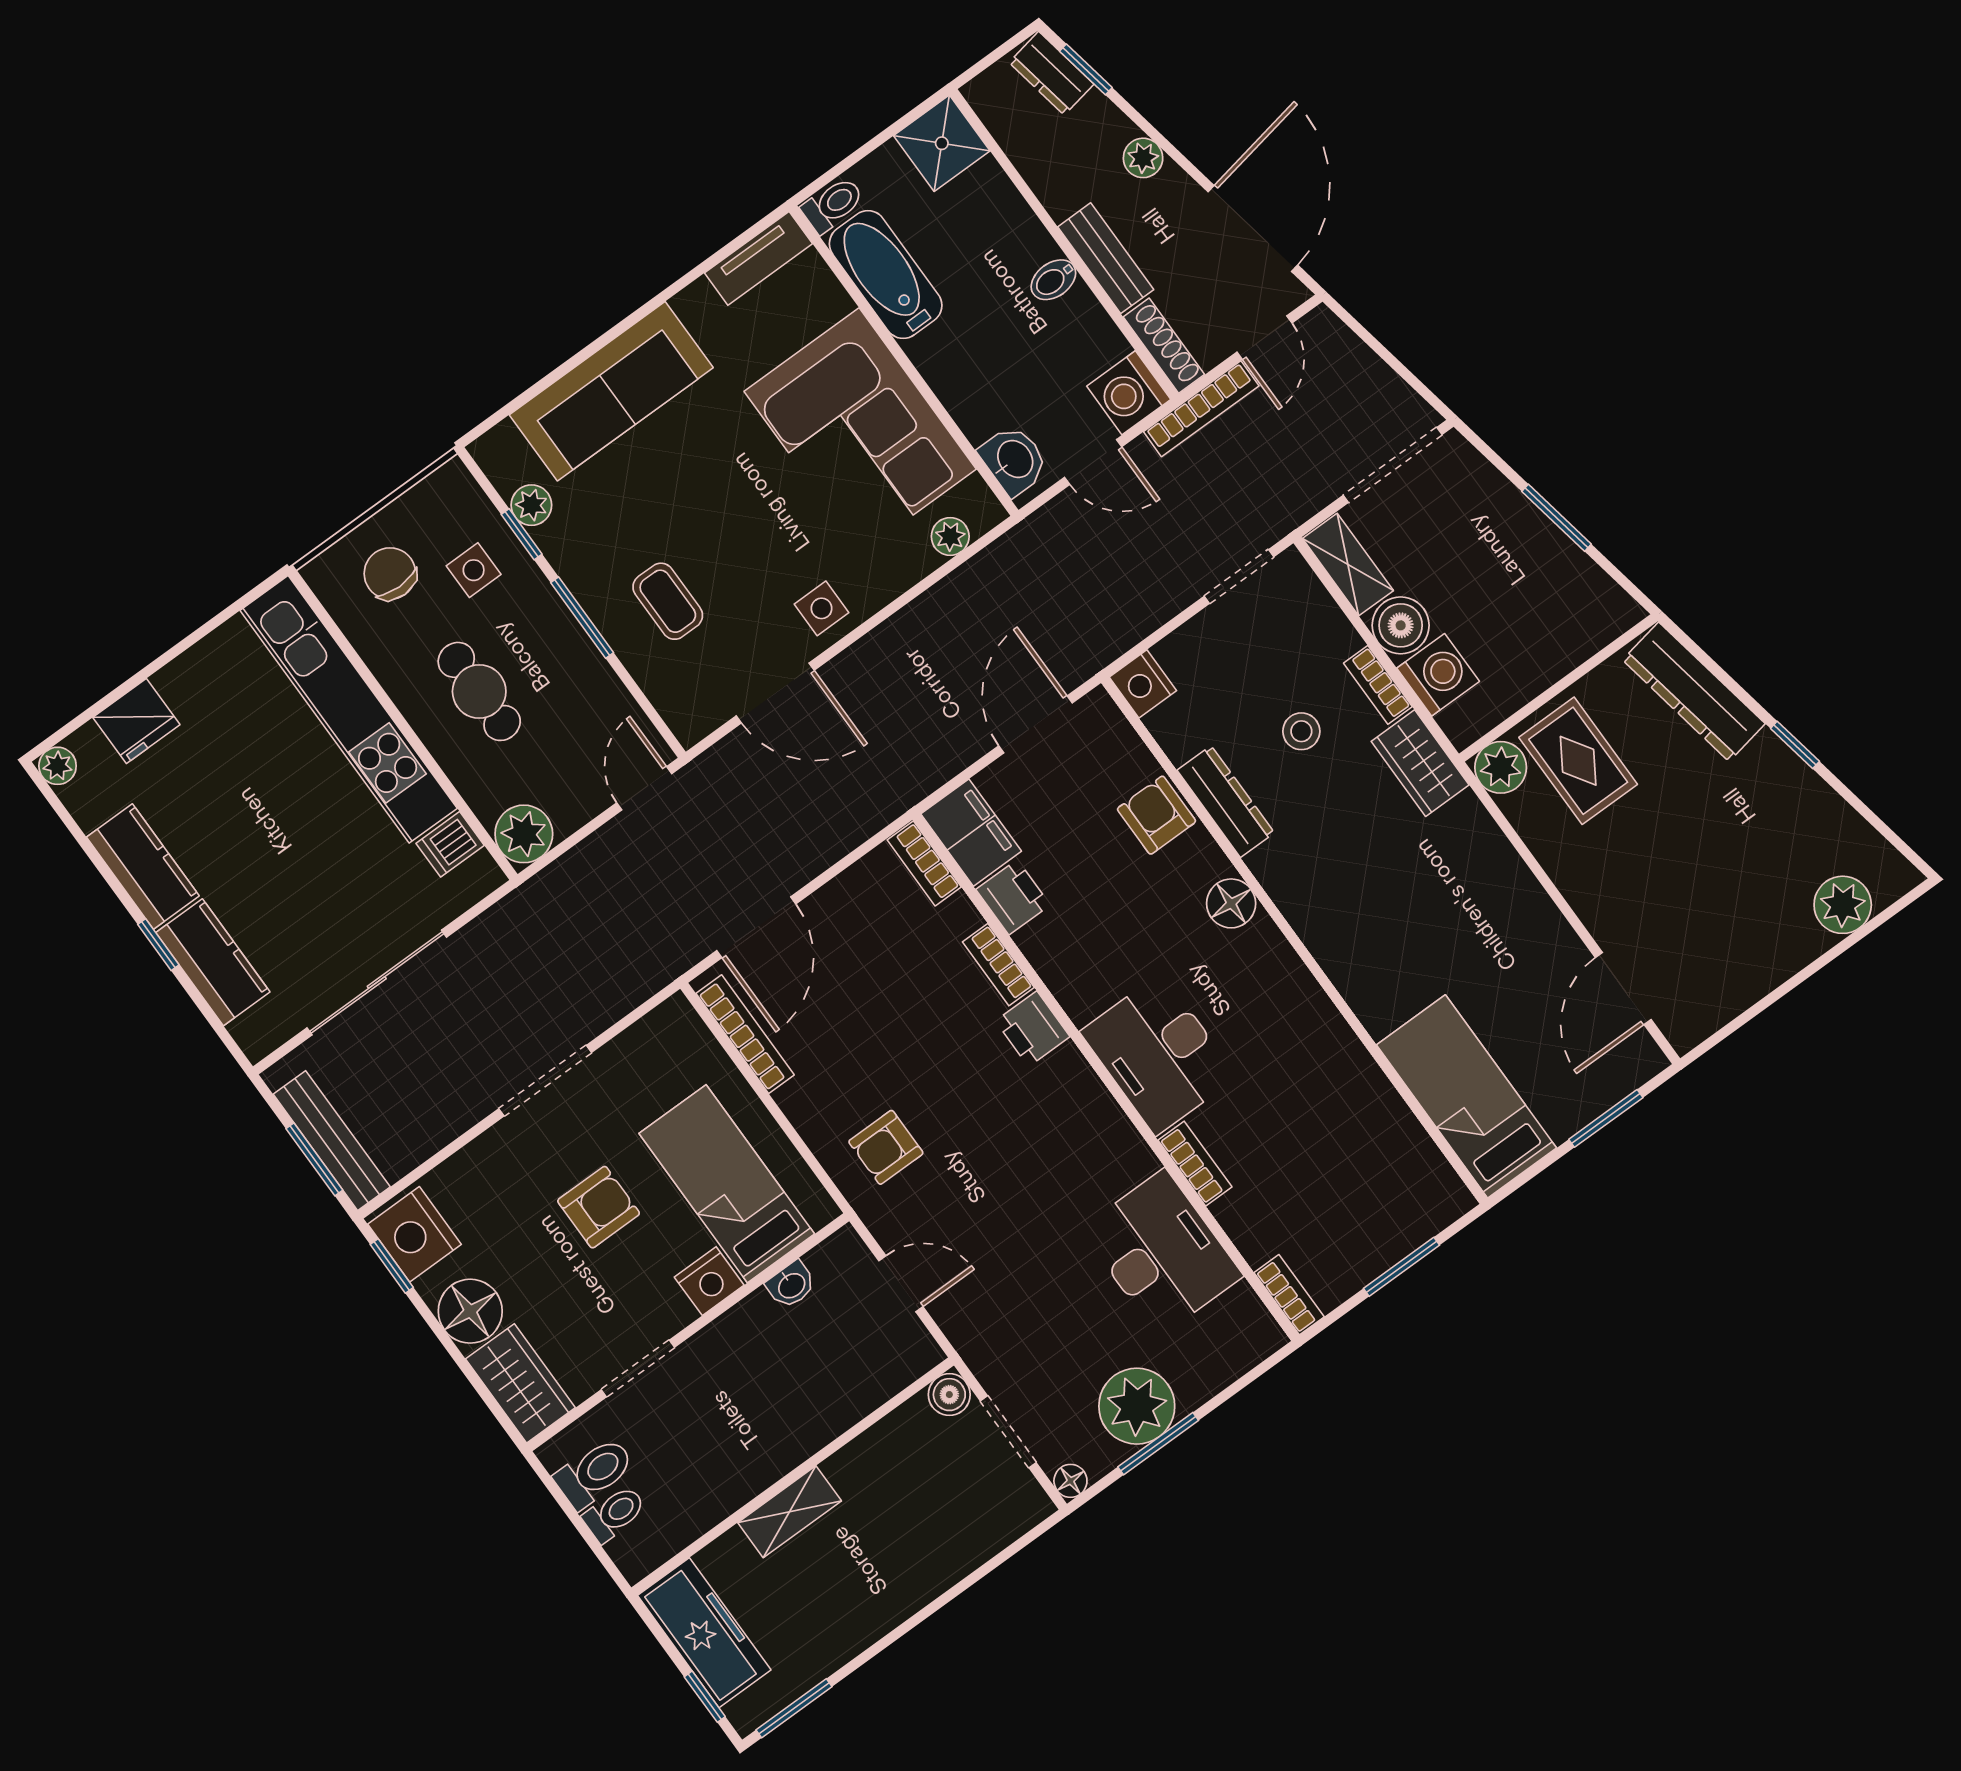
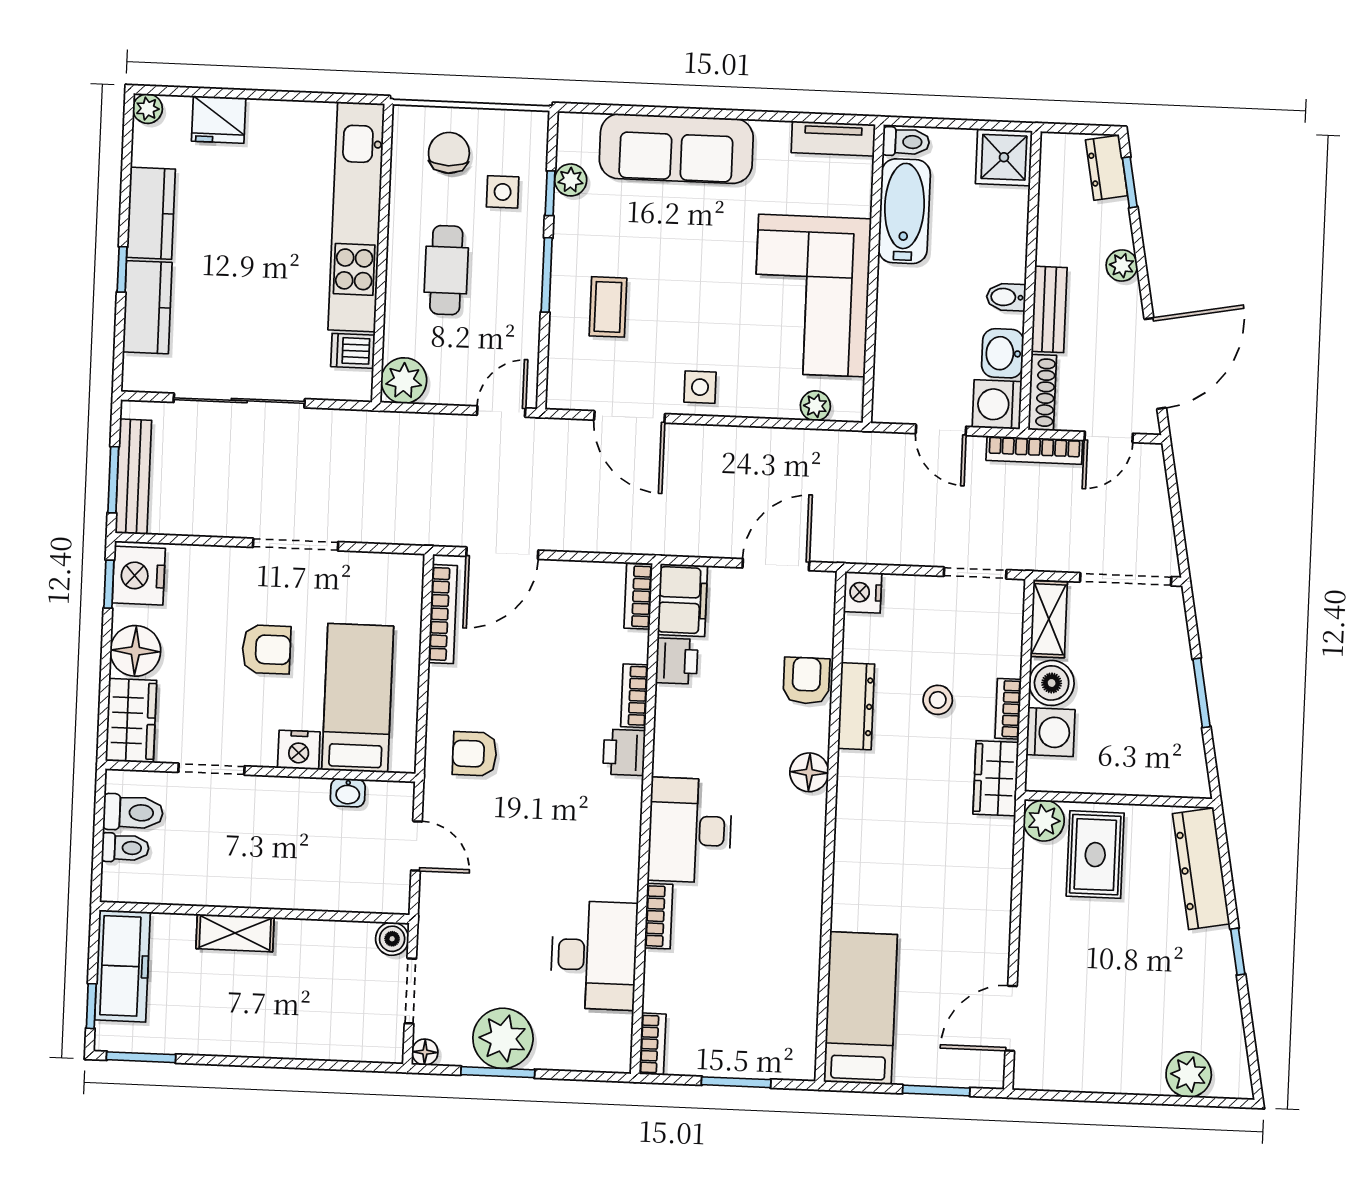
washbasin: (1014, 460) -> (1003, 353), moved, turned 180

